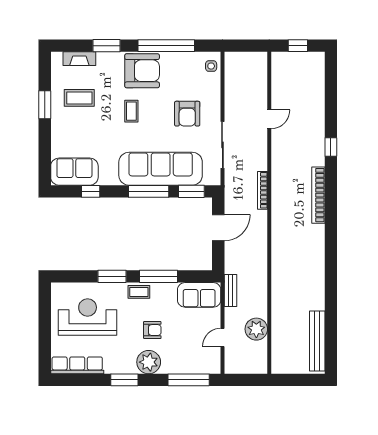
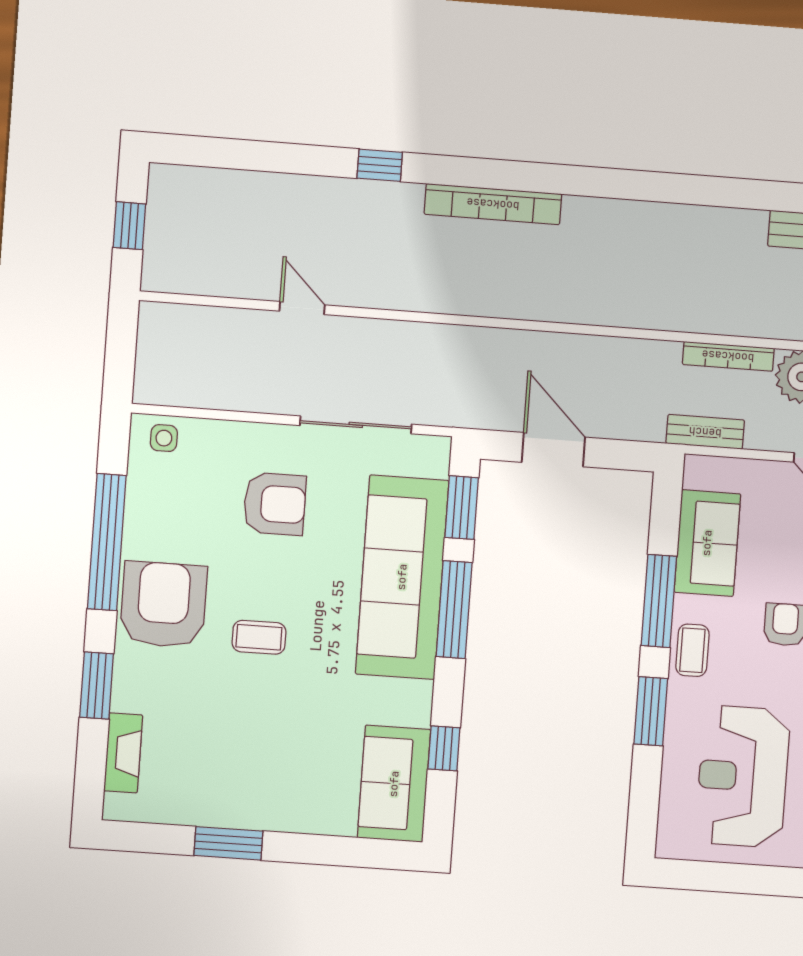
coffee table: (79, 98) -> (218, 759), removed
bookcase: (263, 190) -> (728, 356), moved
sofa: (199, 295) -> (707, 543), moved

